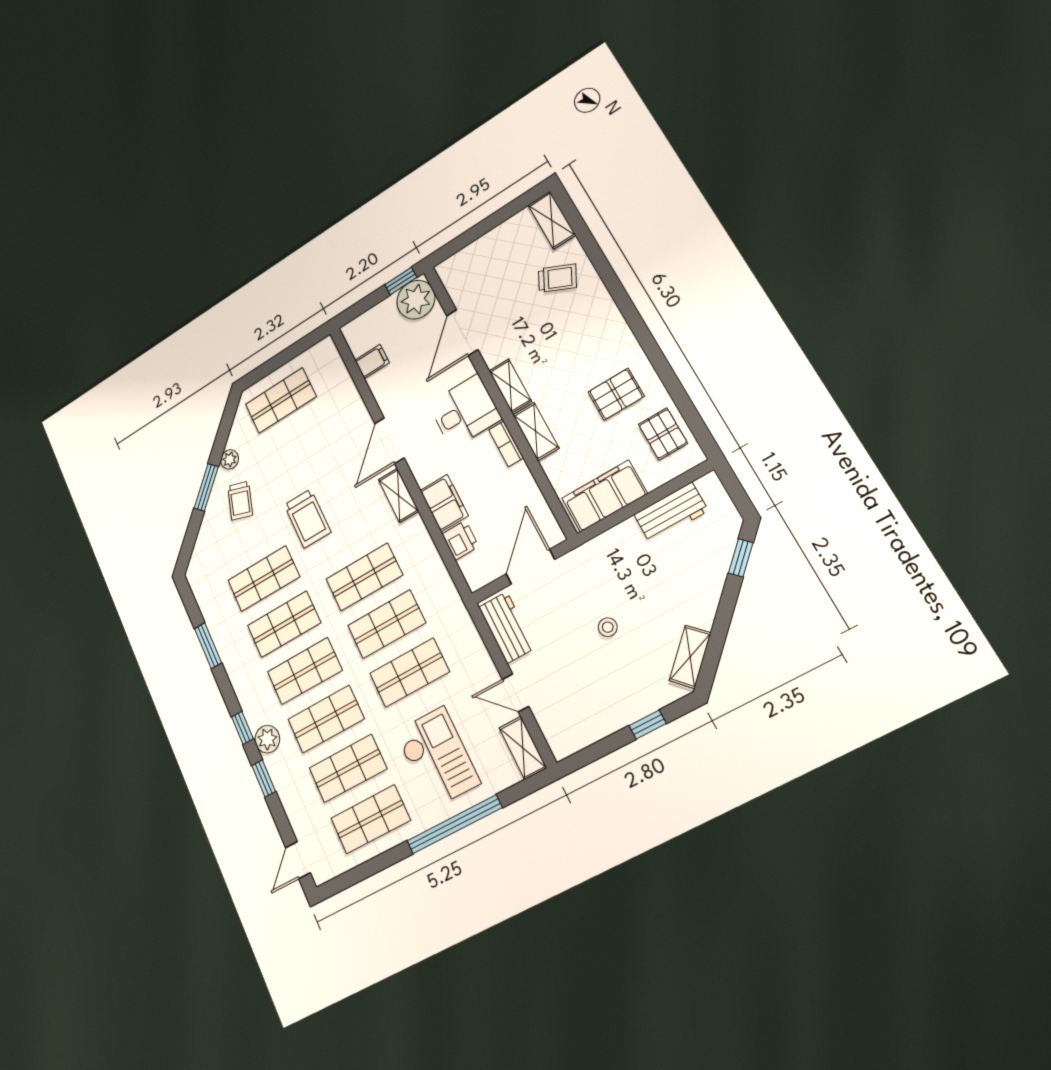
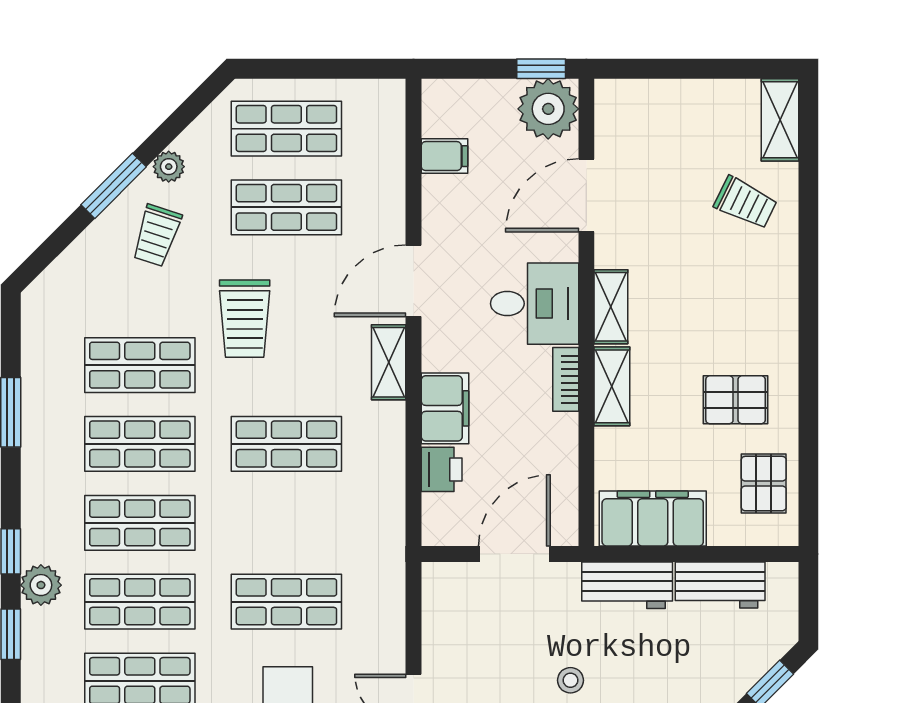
shop shelf: (386, 624) -> (286, 207), moved
workbench: (507, 627) -> (627, 585), moved, turned 90

